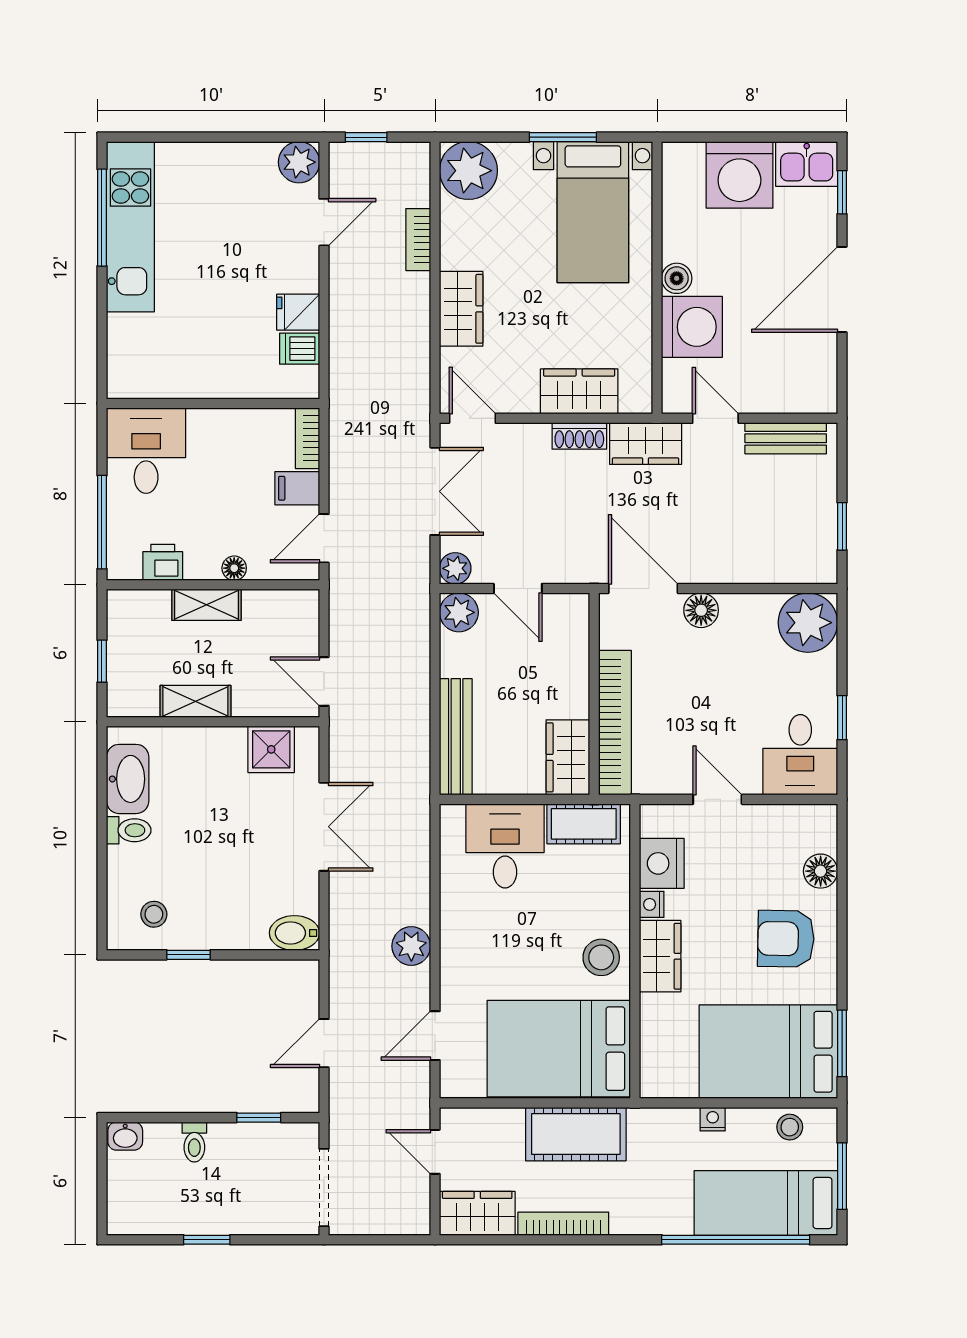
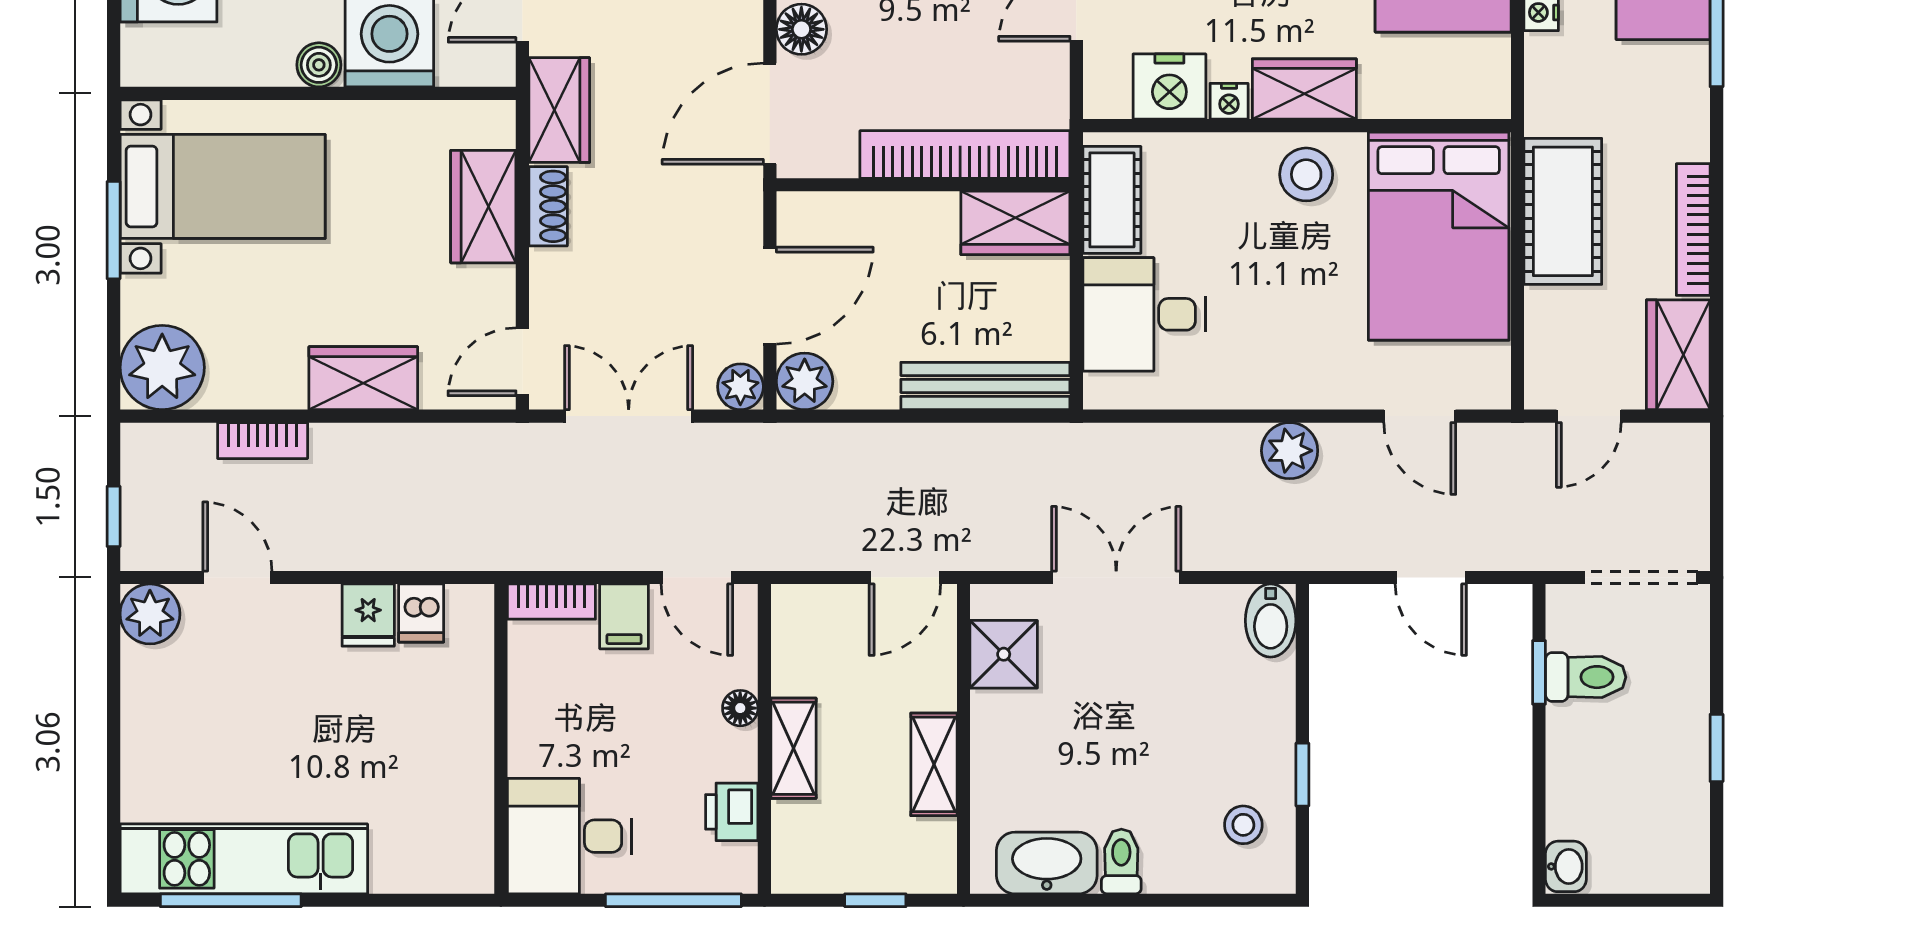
door: (518, 589) -> (770, 296), width x1.38
toilet: (194, 1142) -> (1586, 677), moved, width x1.37, depth x1.39

